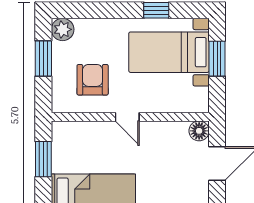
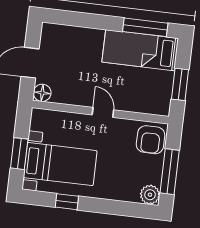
window: (43, 58) -> (170, 172), width x1.44
armchair: (93, 80) -> (151, 140), moved

